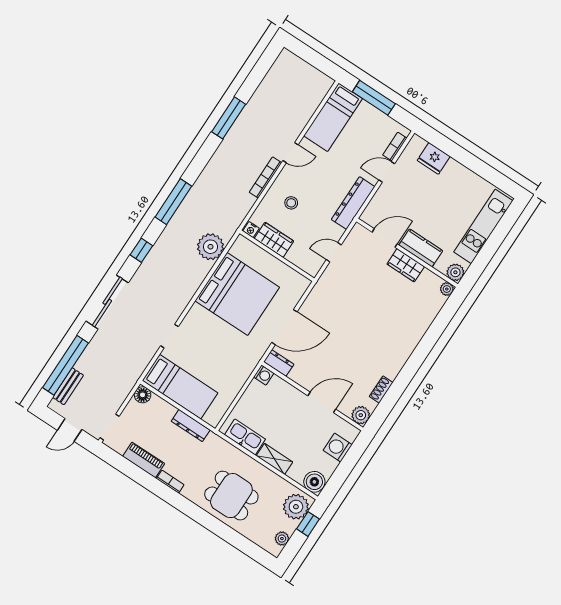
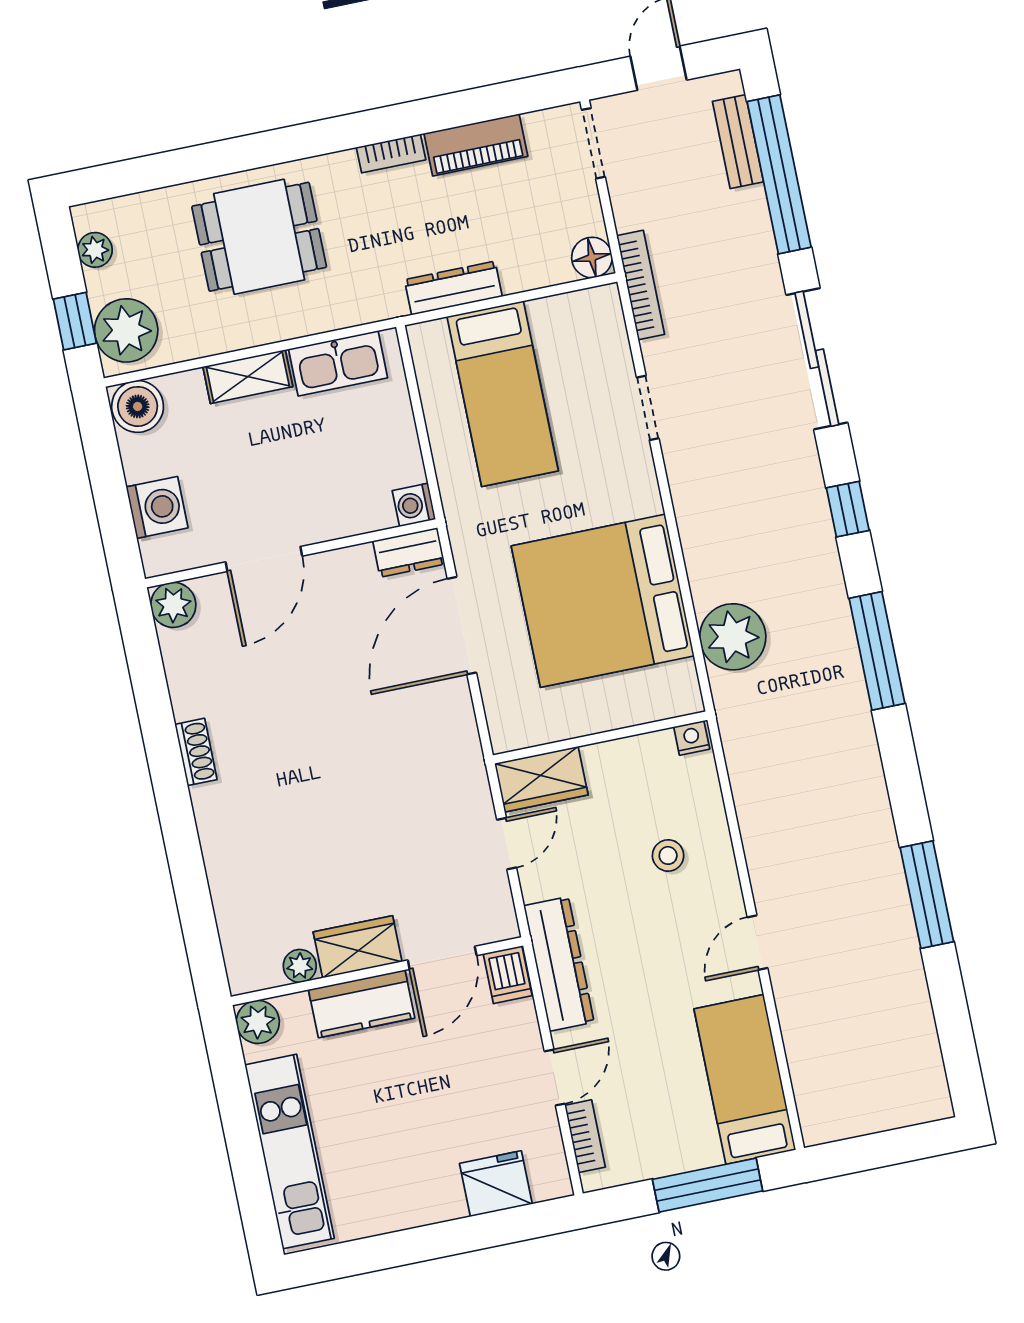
bookcase: (265, 178) -> (641, 285), moved
dishwasher: (371, 215) -> (508, 975), added
wardrobe: (274, 240) -> (541, 779), moved
plant: (447, 289) -> (300, 966), moved
bed: (180, 387) -> (503, 394), moved, turned -90
shoe rack: (381, 390) -> (196, 752), moved

